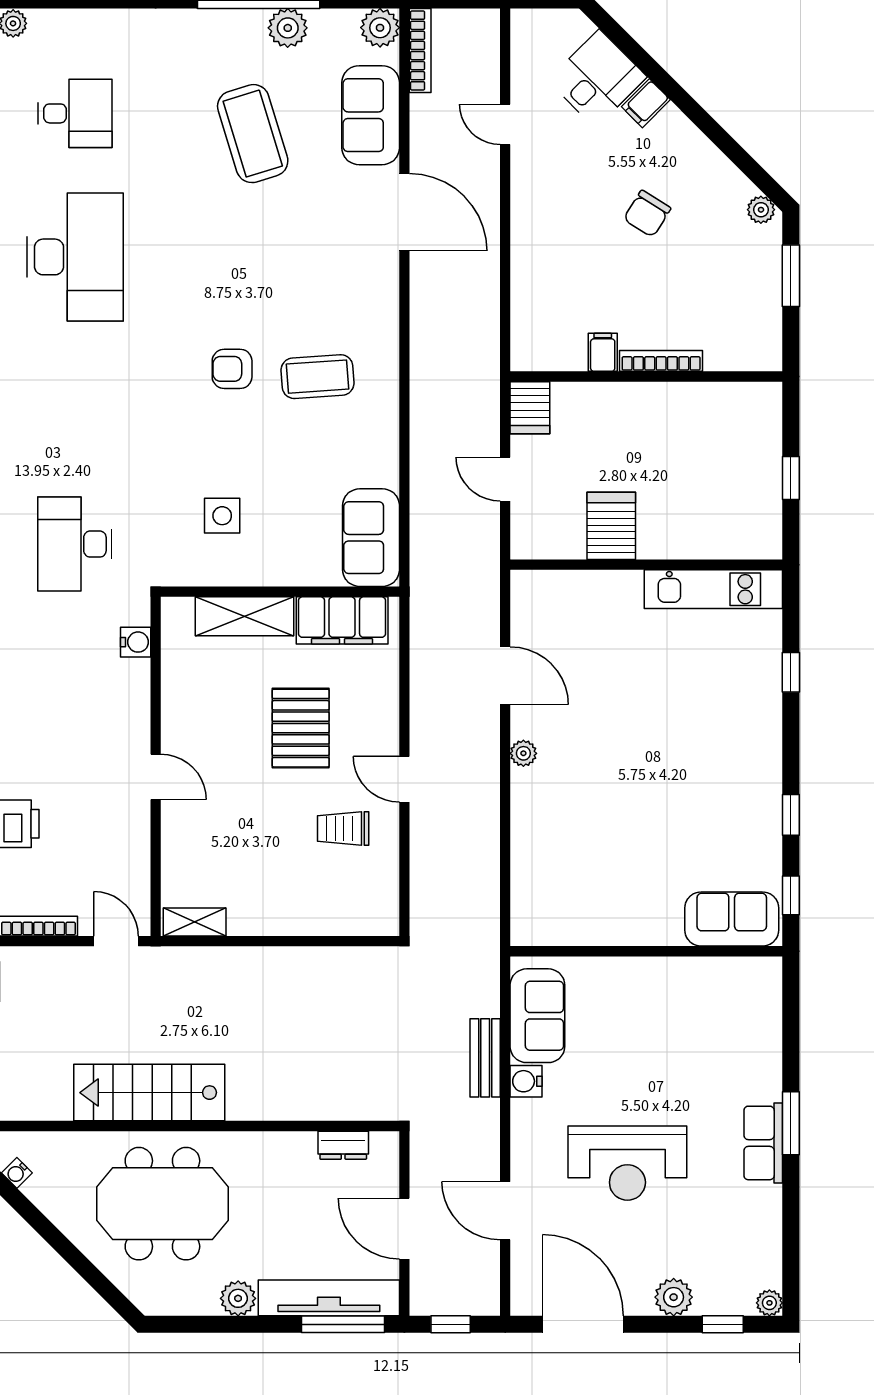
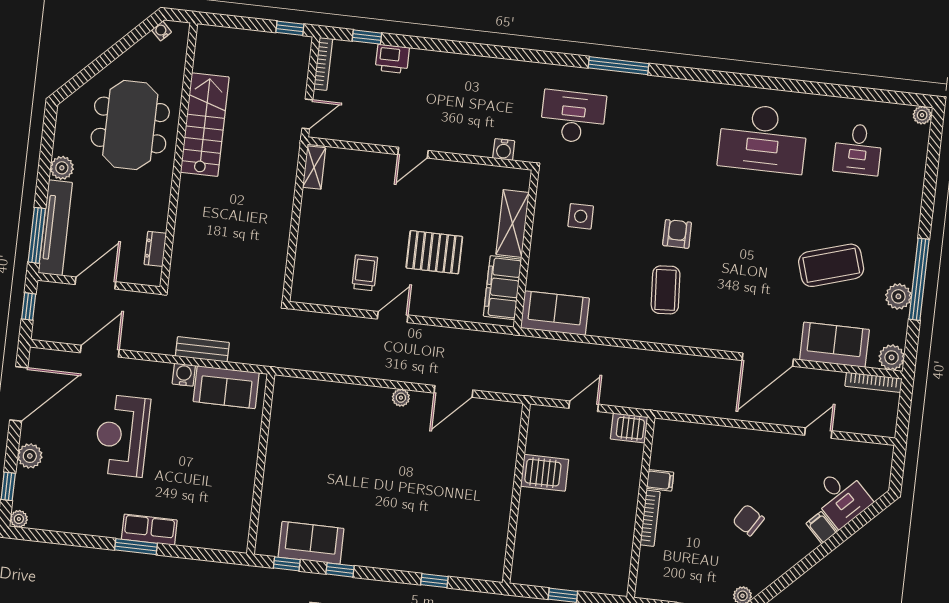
kitchen unit: (713, 589) -> (495, 536), removed
sofa: (732, 919) -> (311, 543), moved, turned -90
row of seats: (763, 1143) -> (149, 530), moved

